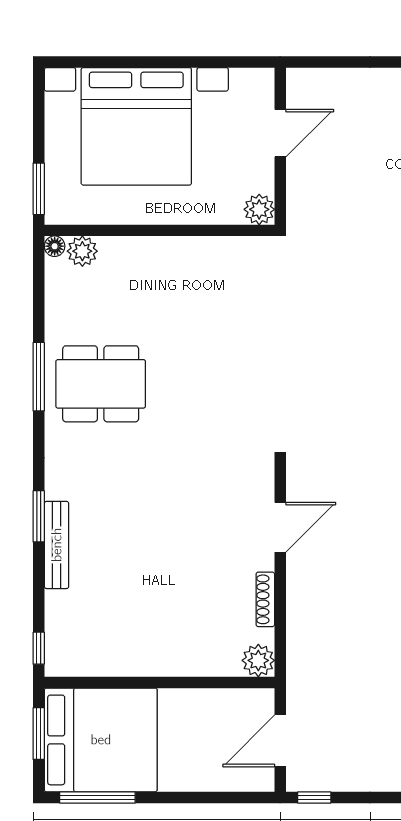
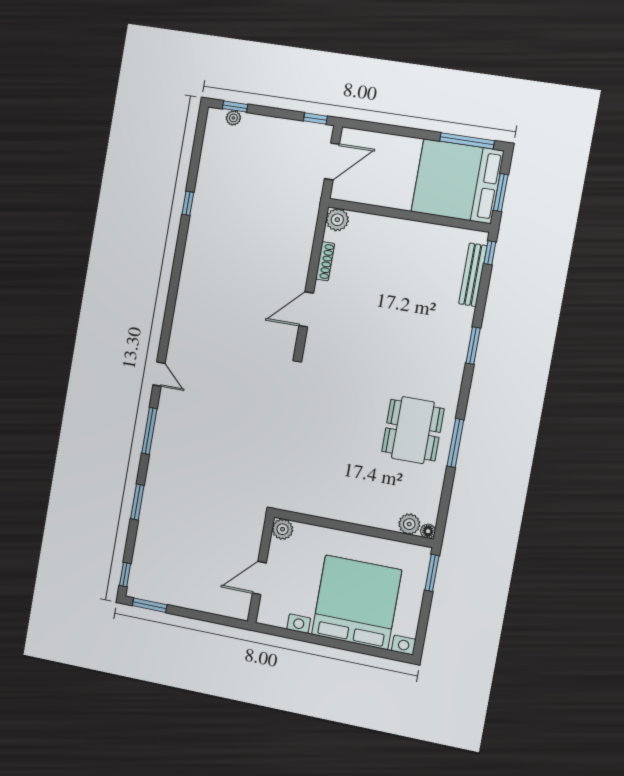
dining table: (101, 384) -> (413, 430), turned 90
bench: (57, 545) -> (473, 275), moved

